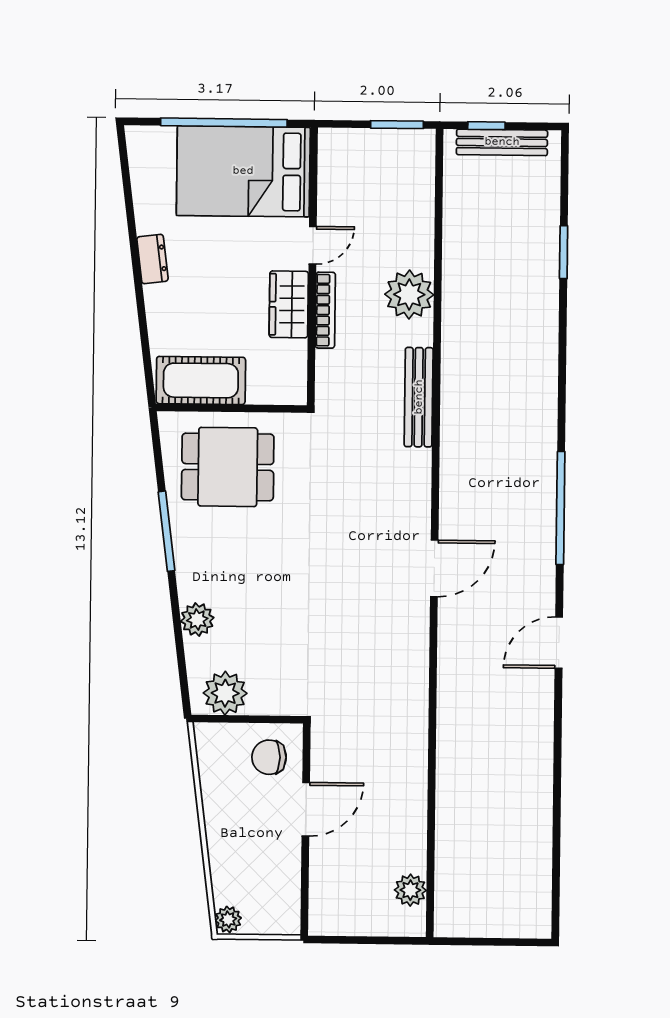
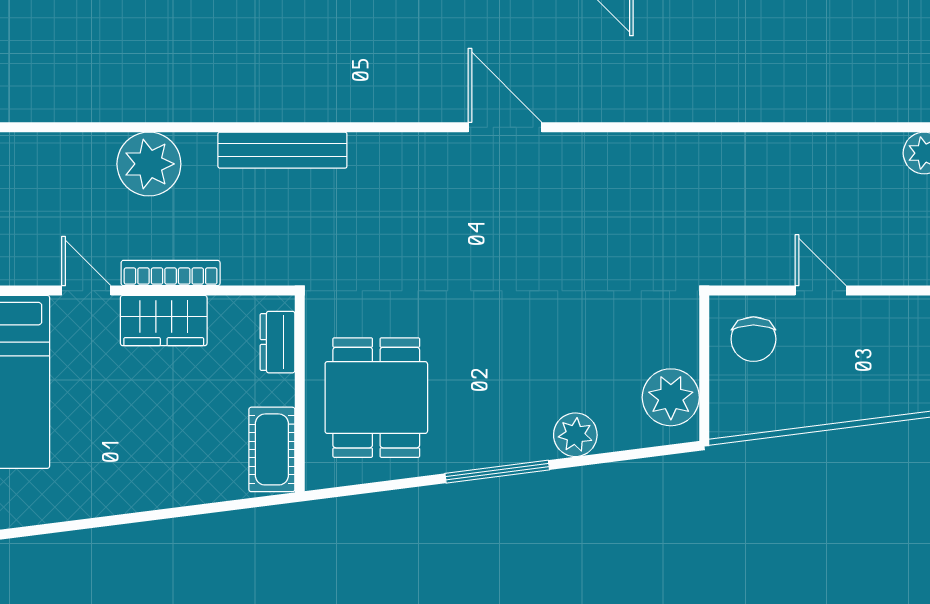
dresser: (152, 259) -> (278, 342), moved, turned -83
cot: (201, 380) -> (272, 449), width x0.73, depth x0.75
window: (166, 531) -> (497, 472), moved
door: (306, 809) -> (821, 291), width x0.73

